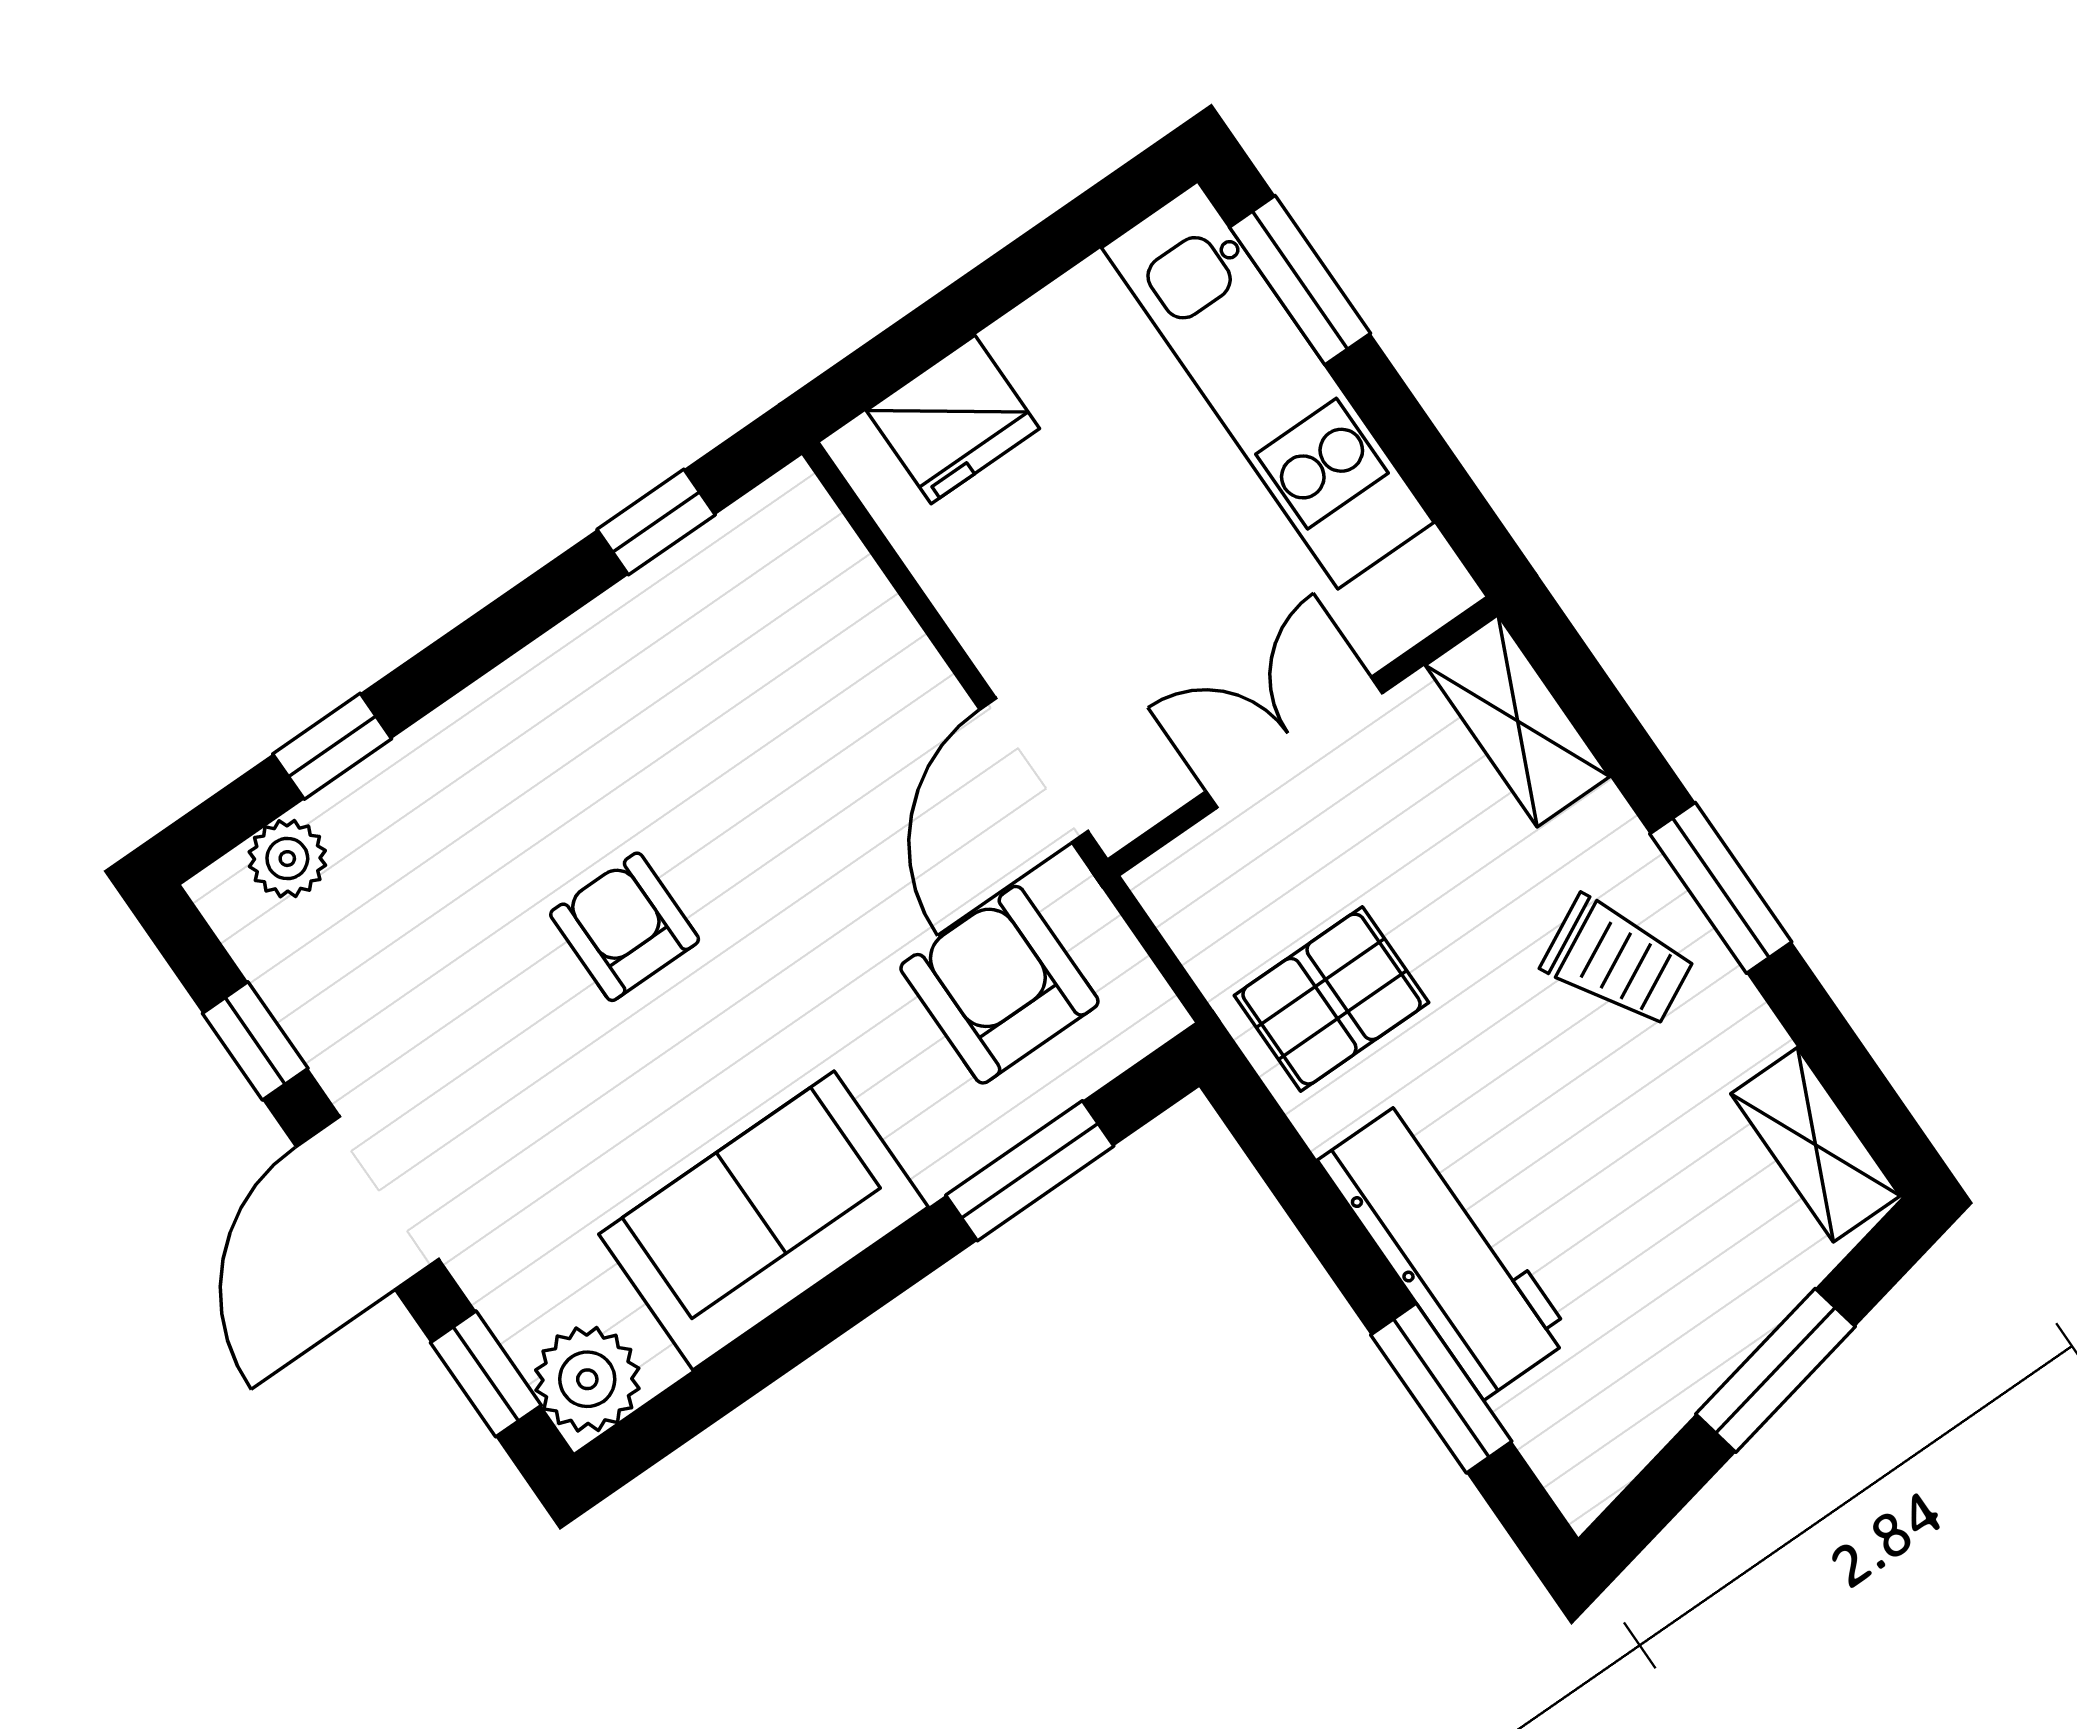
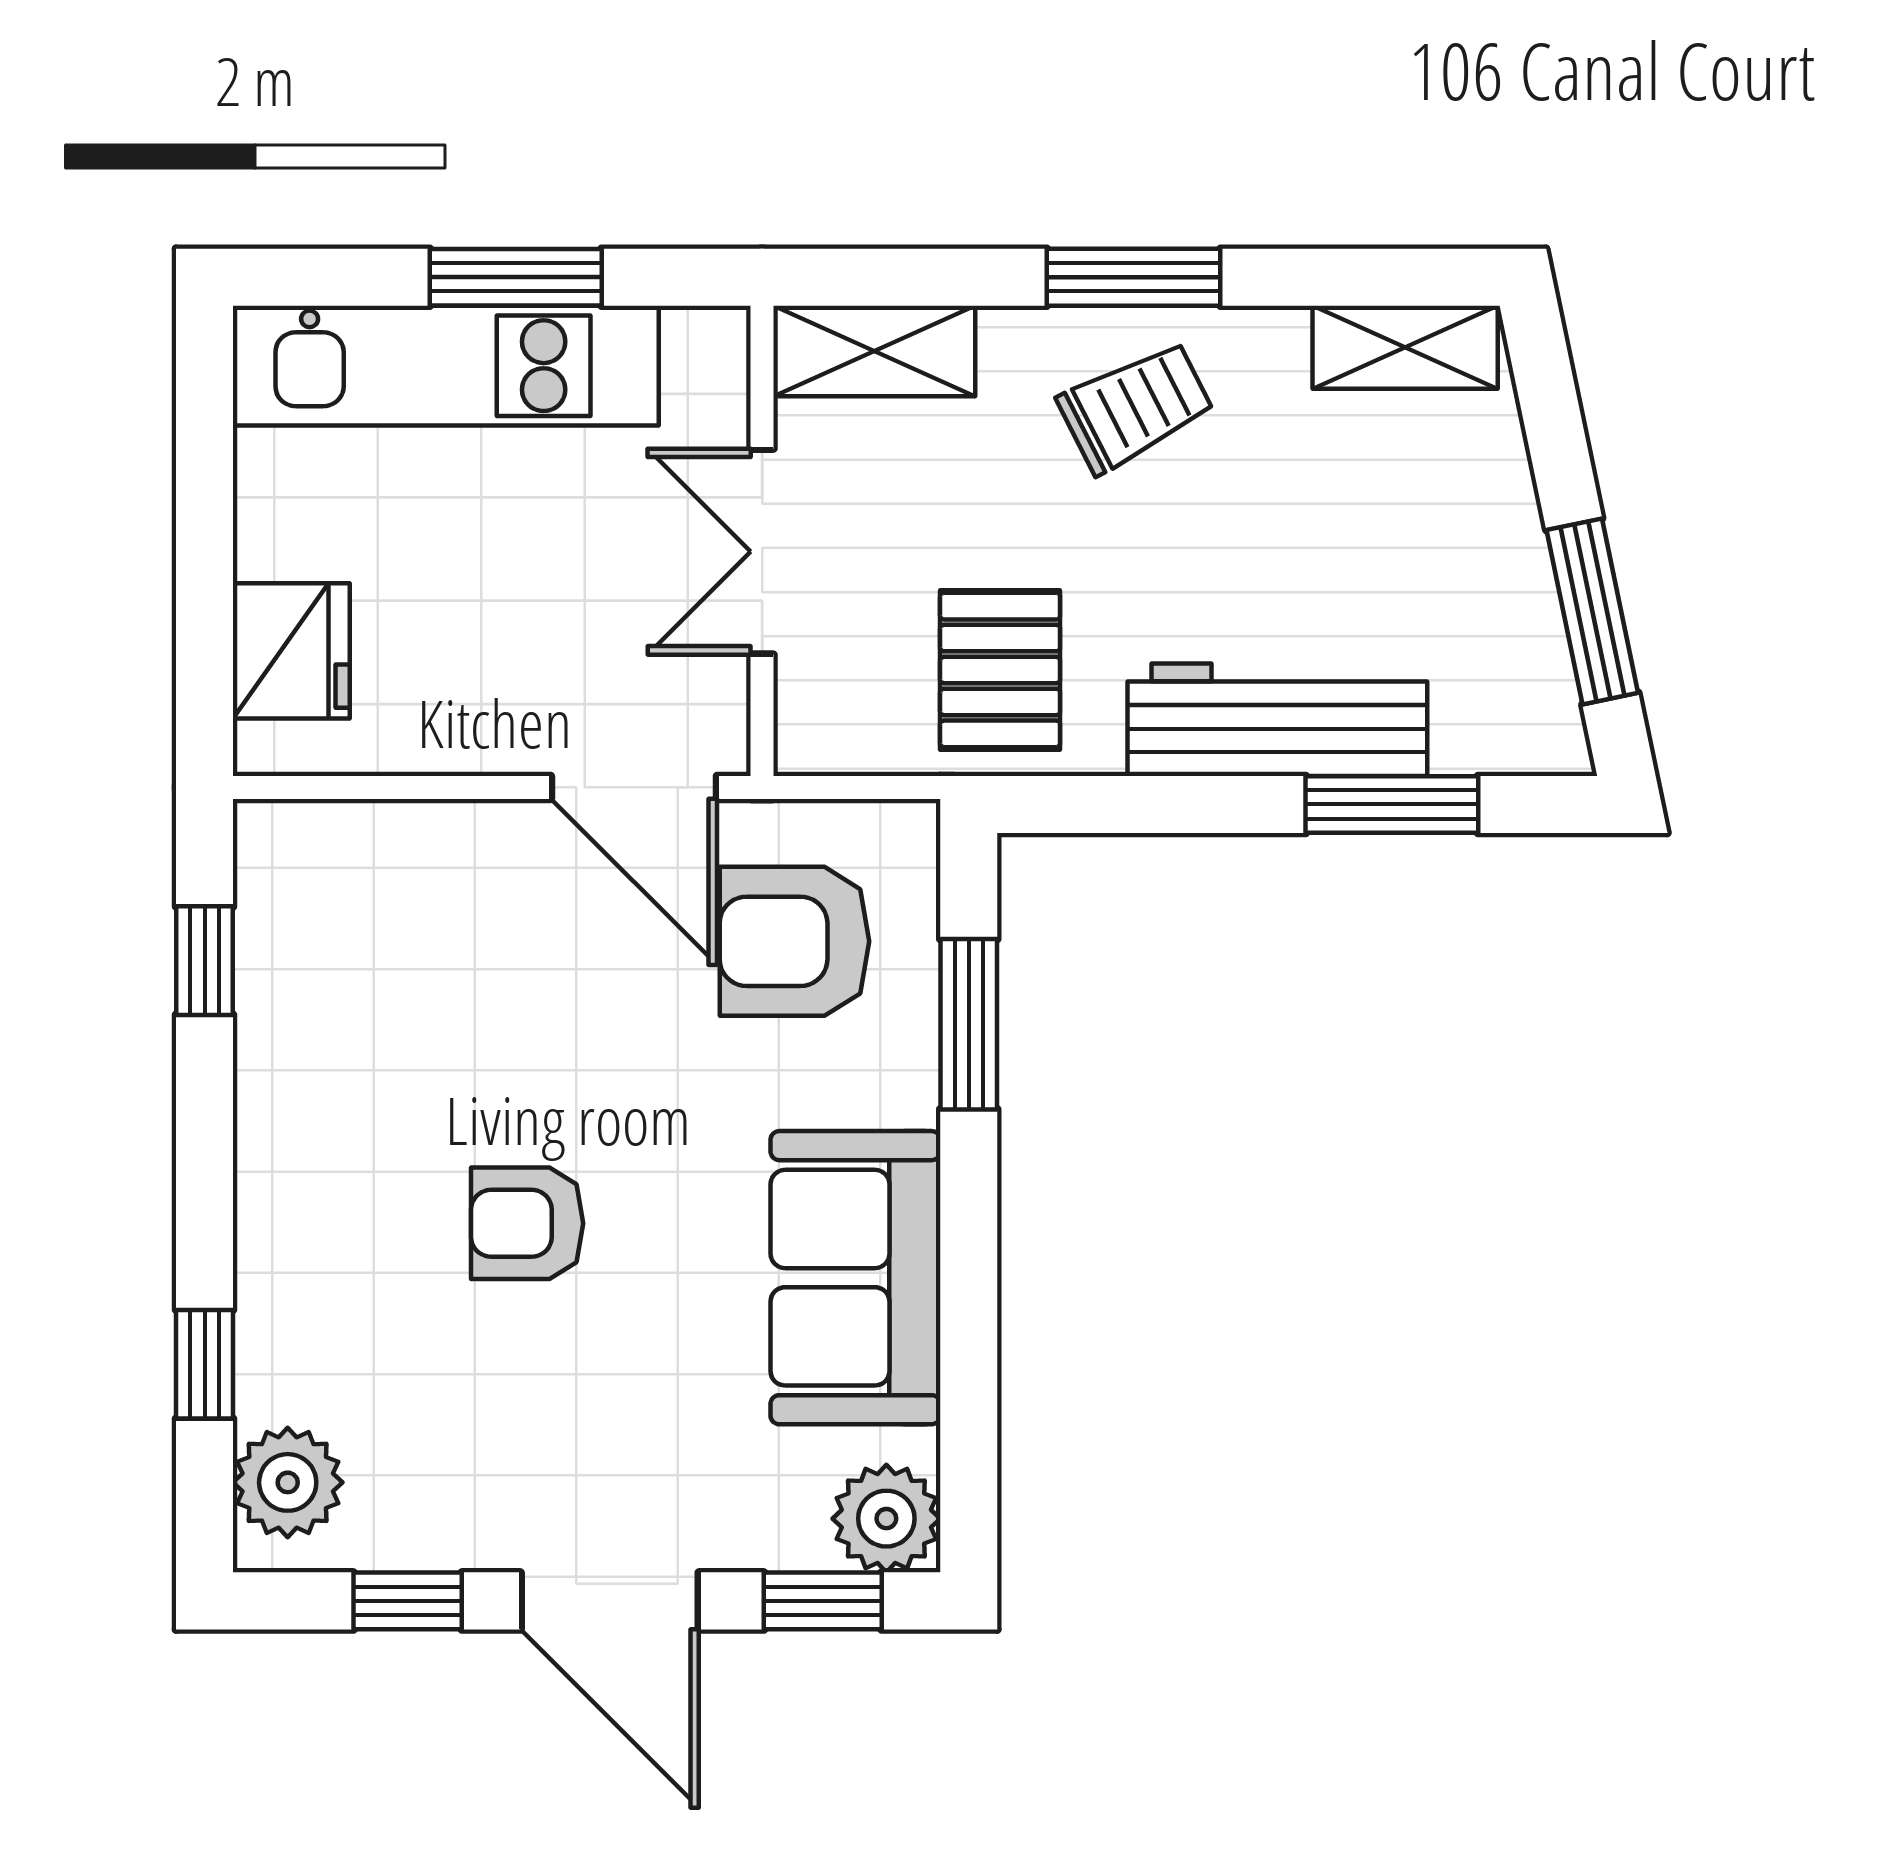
window: (1300, 280) -> (516, 277), moved
plant: (287, 859) -> (288, 1482), width x1.38, depth x1.38
window: (1775, 1370) -> (1592, 611), moved

